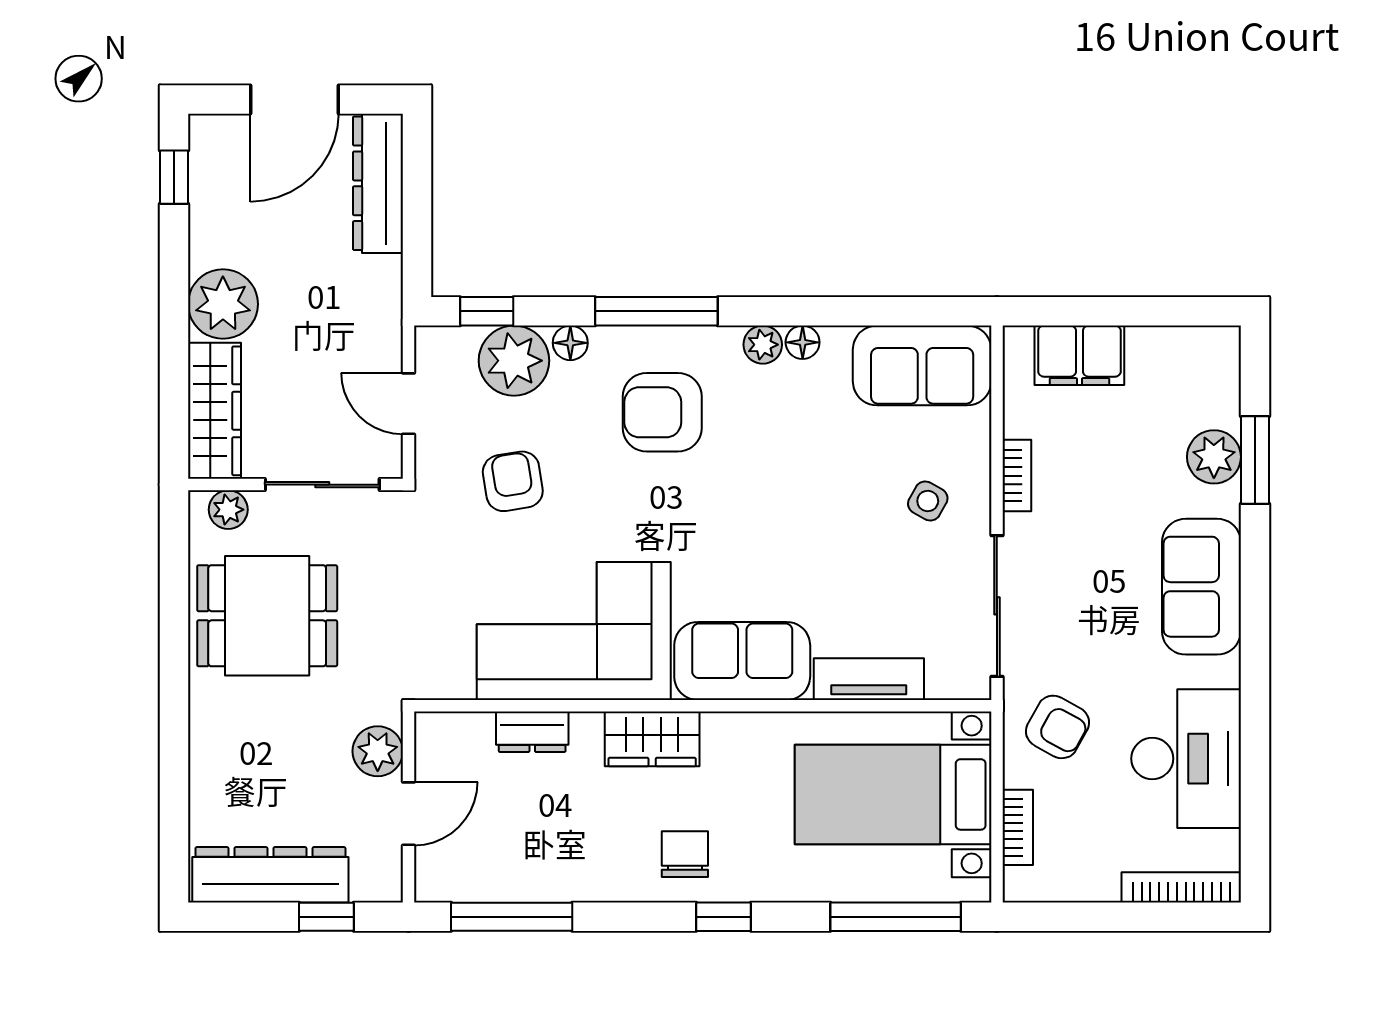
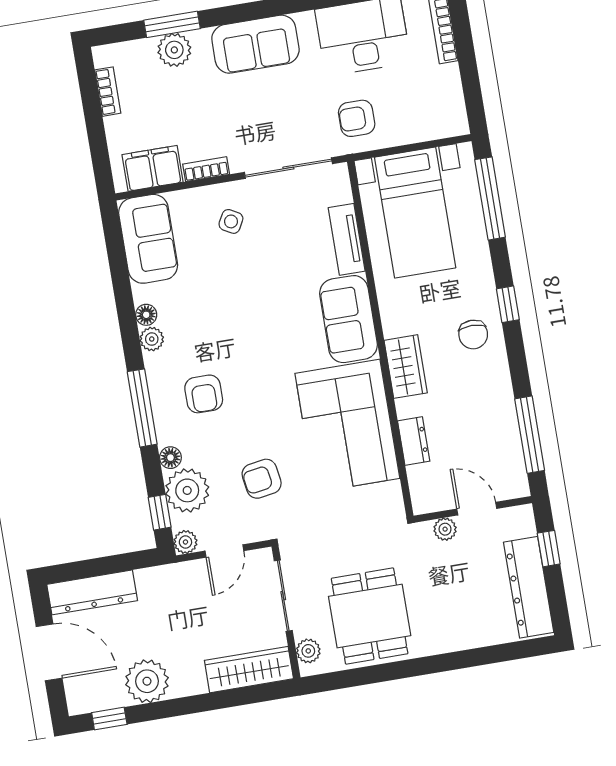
plant: (223, 304) -> (147, 681), moved
plant: (433, 344) -> (185, 542), added
filing cabinet: (1079, 355) -> (153, 168), moved, turned -90
armchair: (662, 412) -> (204, 394), width x0.72, depth x0.72
armchair: (1058, 727) -> (357, 118), turned -119
plant: (378, 751) -> (445, 529), width x0.73, depth x0.73
bookcase: (1018, 827) -> (108, 92), moved, turned 90
chair: (685, 854) -> (473, 334), turned -90

